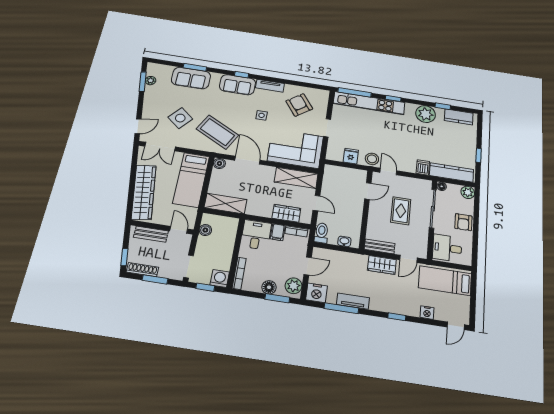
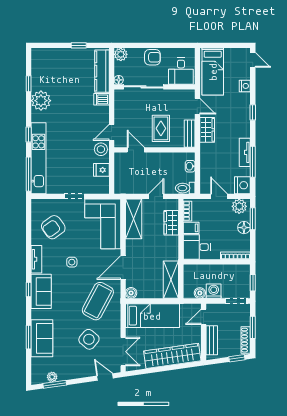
kitchen counter: (459, 117) -> (38, 67), removed
rug: (401, 211) -> (161, 128), moved, turned 90
washing machine: (220, 278) -> (214, 291), moved, turned 90

